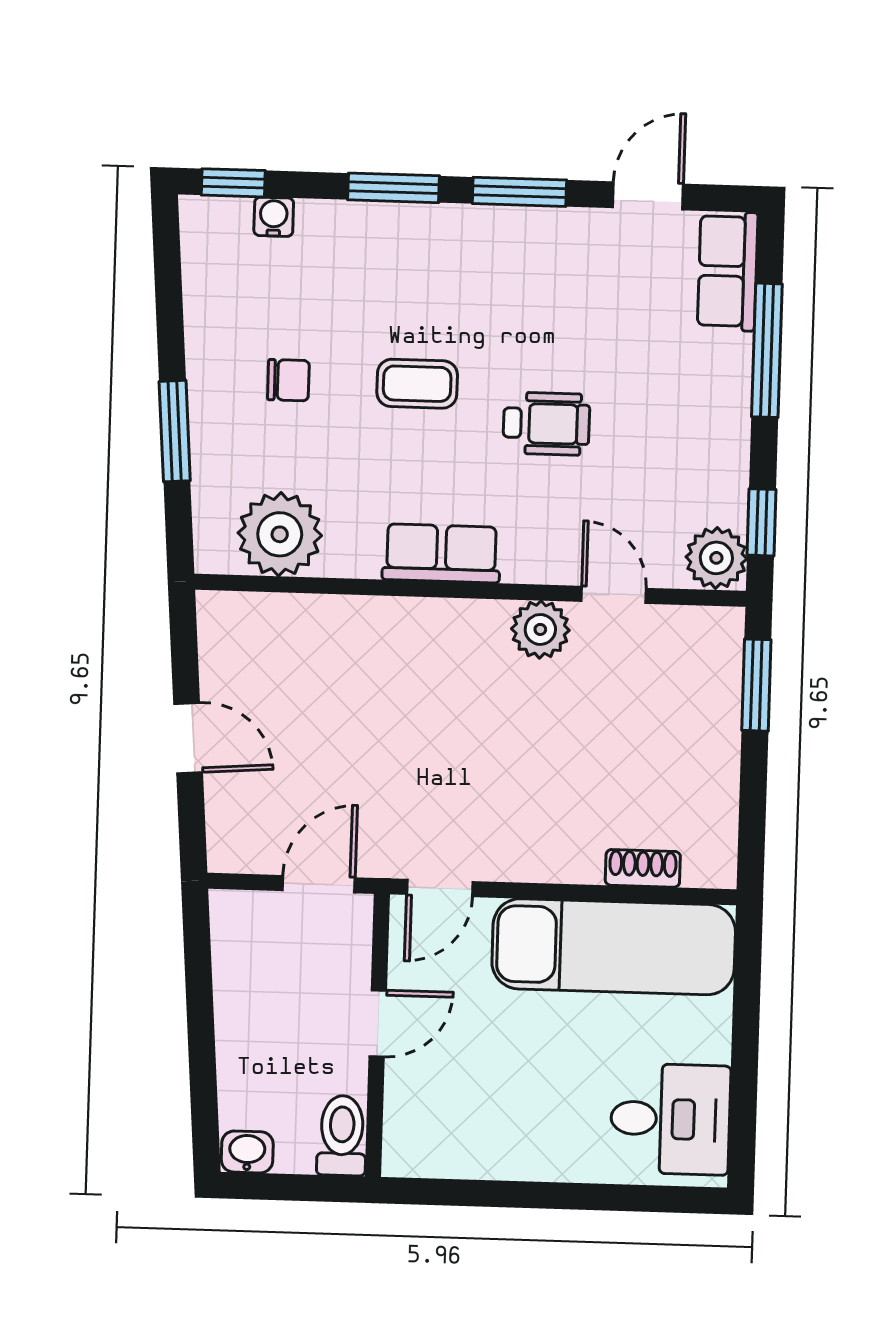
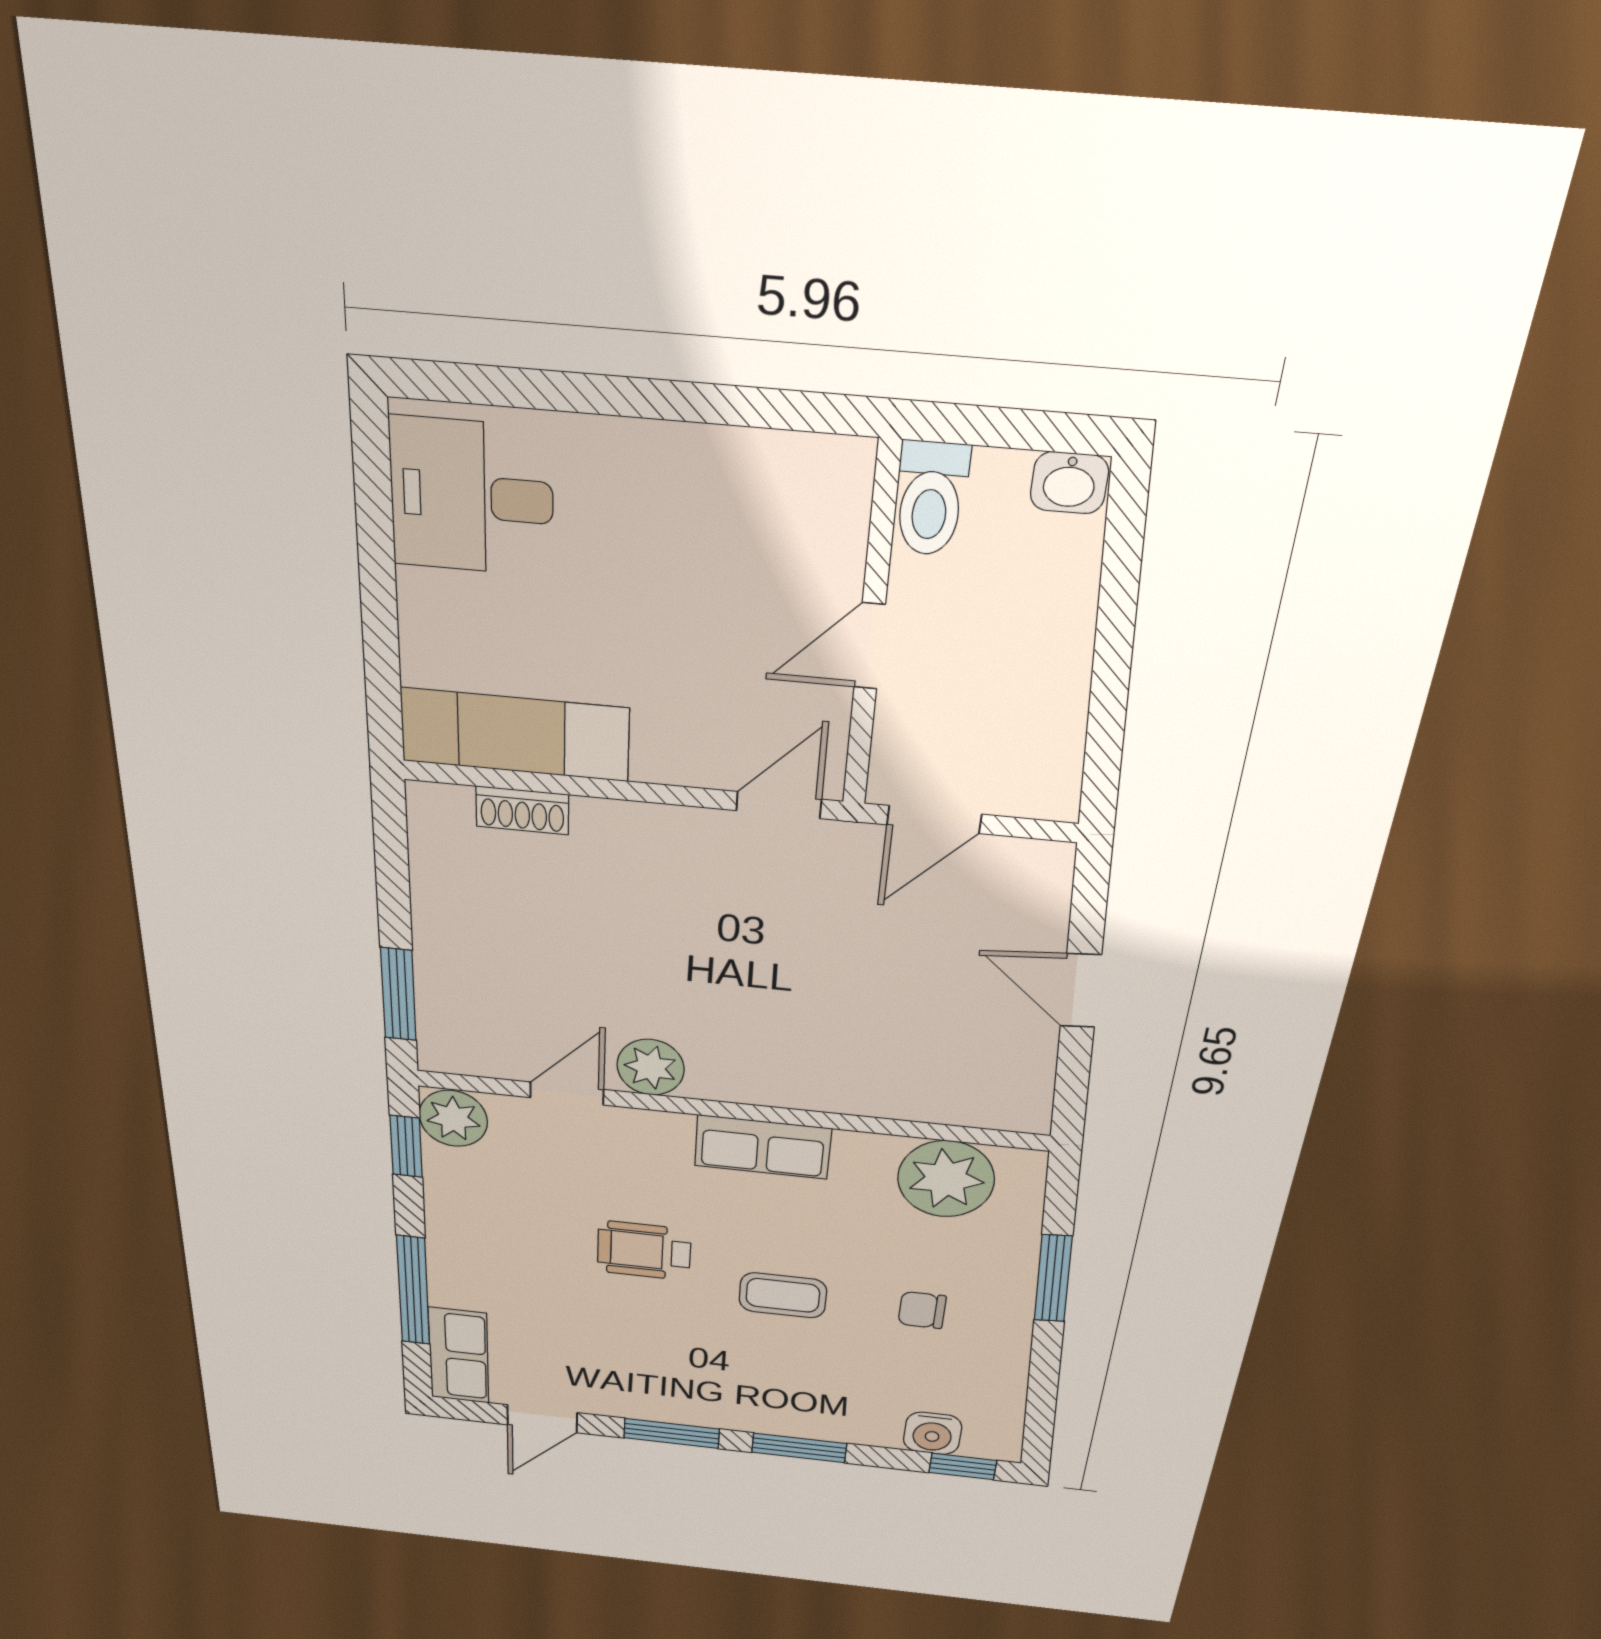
water cooler: (274, 217) -> (933, 1433), width x1.38, depth x1.38
door: (614, 595) -> (567, 1094), swing flipped
exam couch: (614, 947) -> (515, 735), width x0.73, depth x0.69

